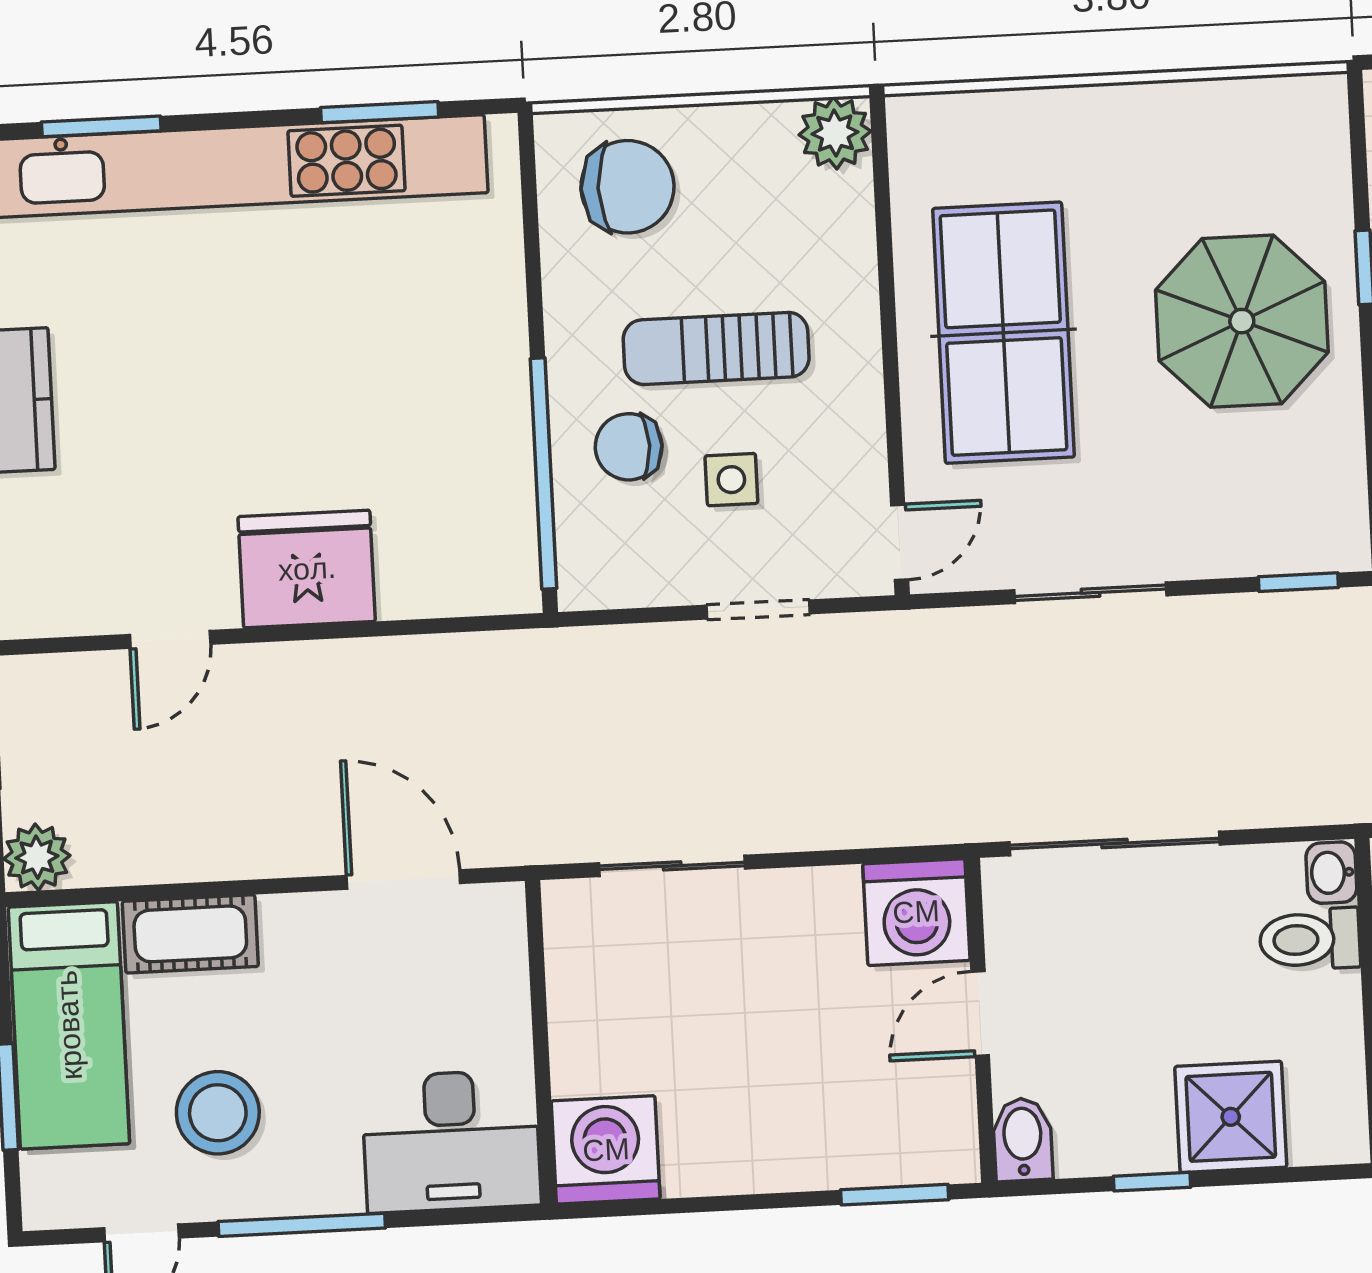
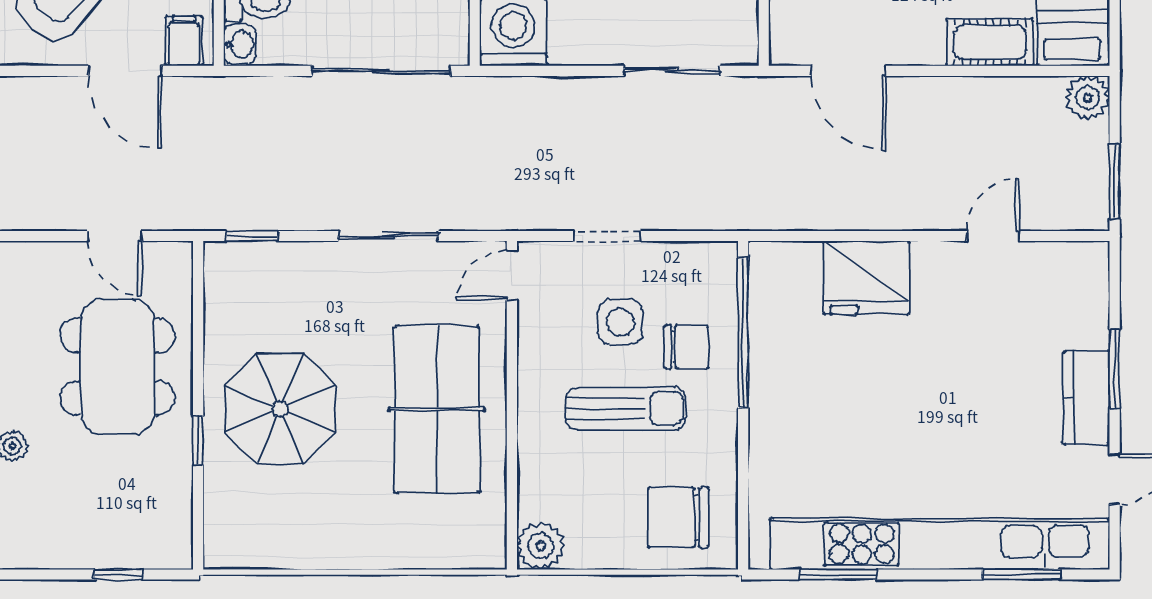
side table: (731, 480) -> (620, 322), width x1.37, depth x1.37
fridge: (307, 569) -> (866, 278), moved

